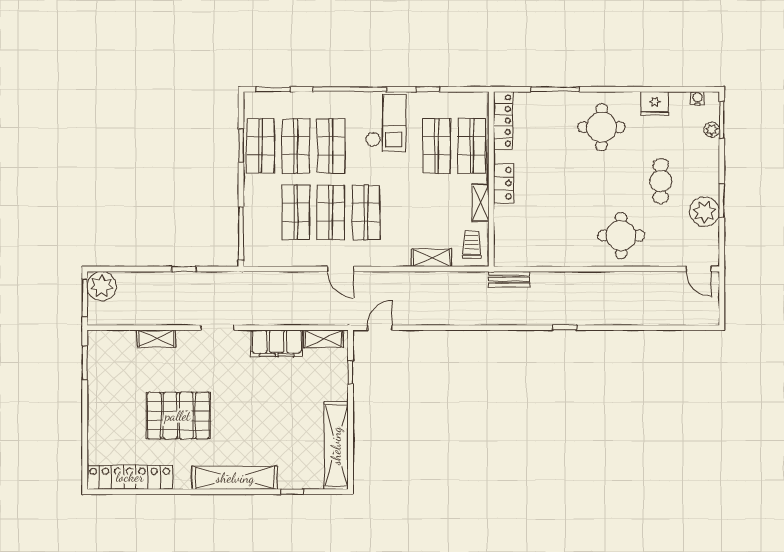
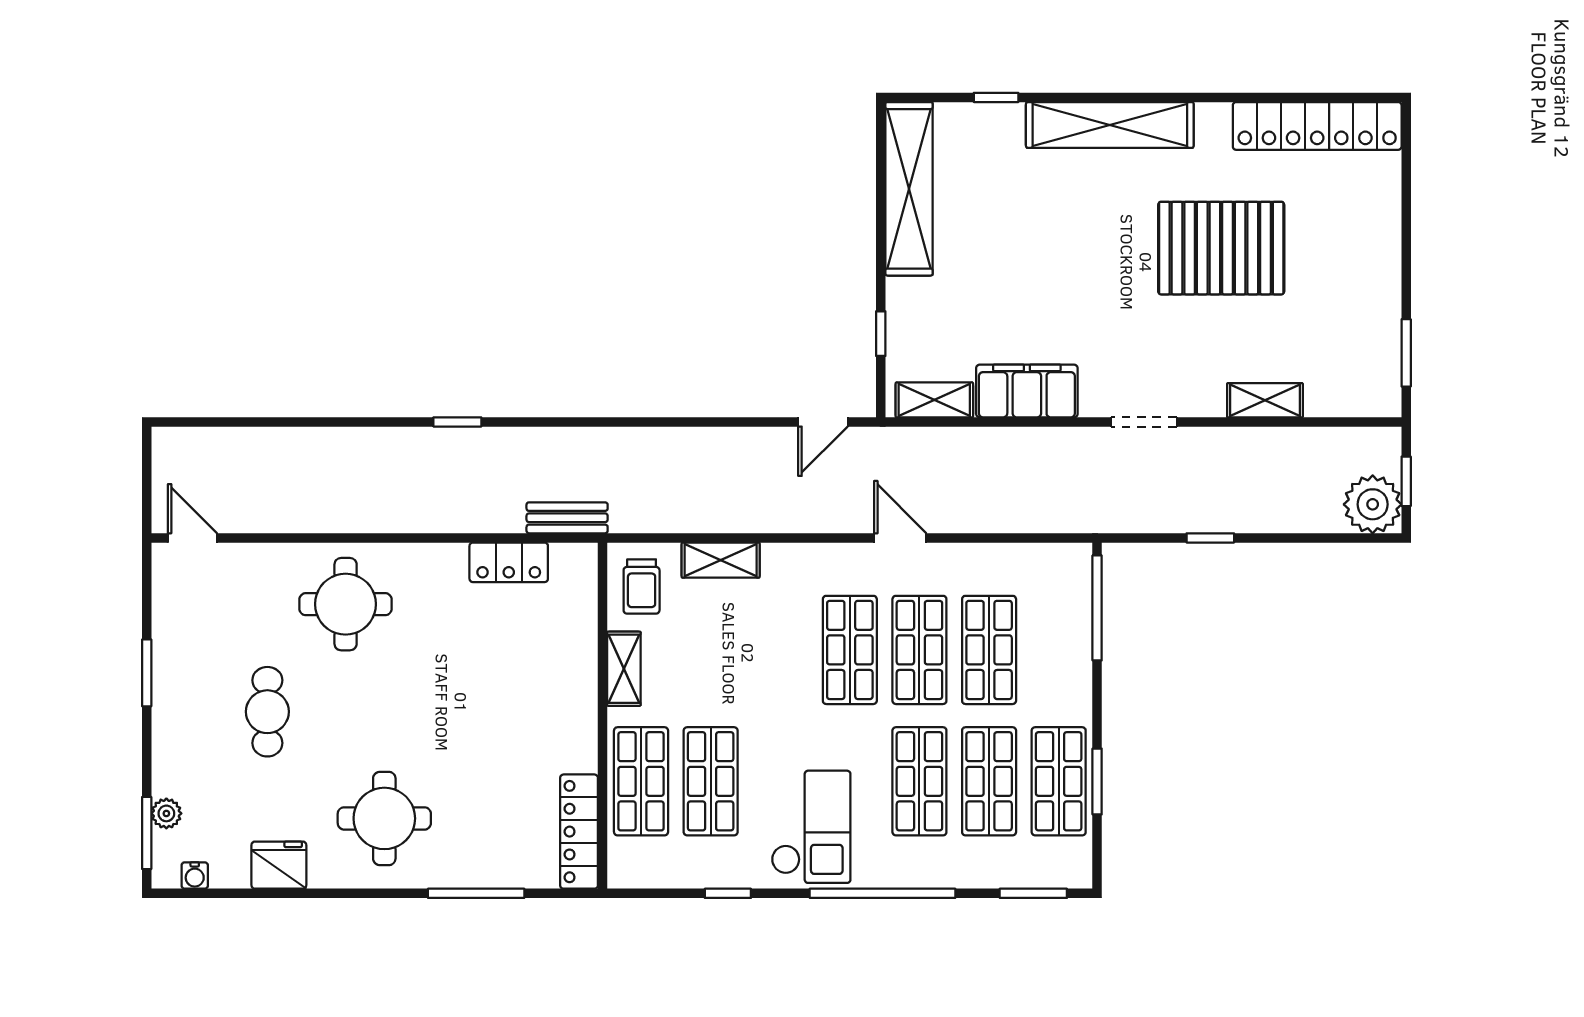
checkout: (386, 123) -> (811, 827), turned 180
locker: (504, 183) -> (509, 562), moved, turned -90
plant: (705, 212) -> (181, 651), removed
window: (85, 298) -> (1406, 481), width x0.67

